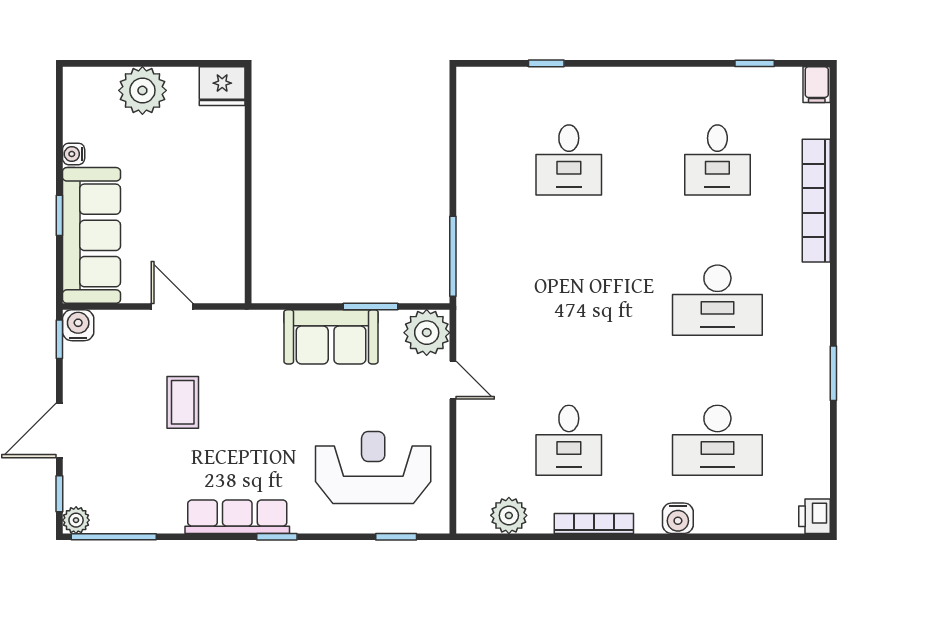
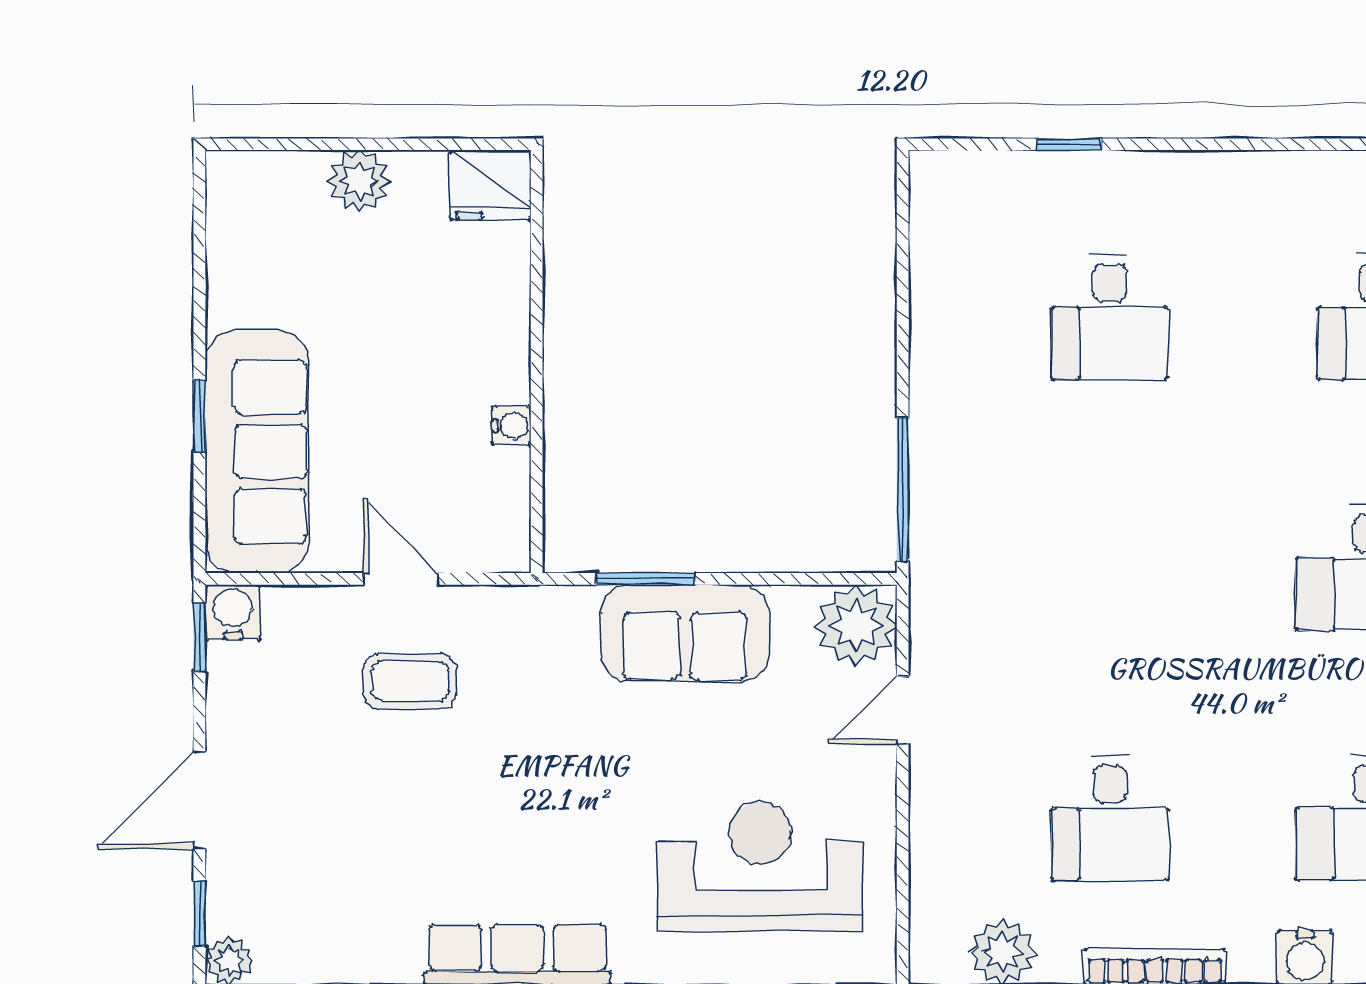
plant: (142, 90) -> (359, 181), width x0.73, depth x0.73
water cooler: (74, 154) -> (511, 426), moved, turned 180
window: (370, 307) -> (646, 579), moved
door: (453, 380) -> (903, 710), swing flipped
coffee table: (183, 402) -> (410, 681), moved, turned 90

